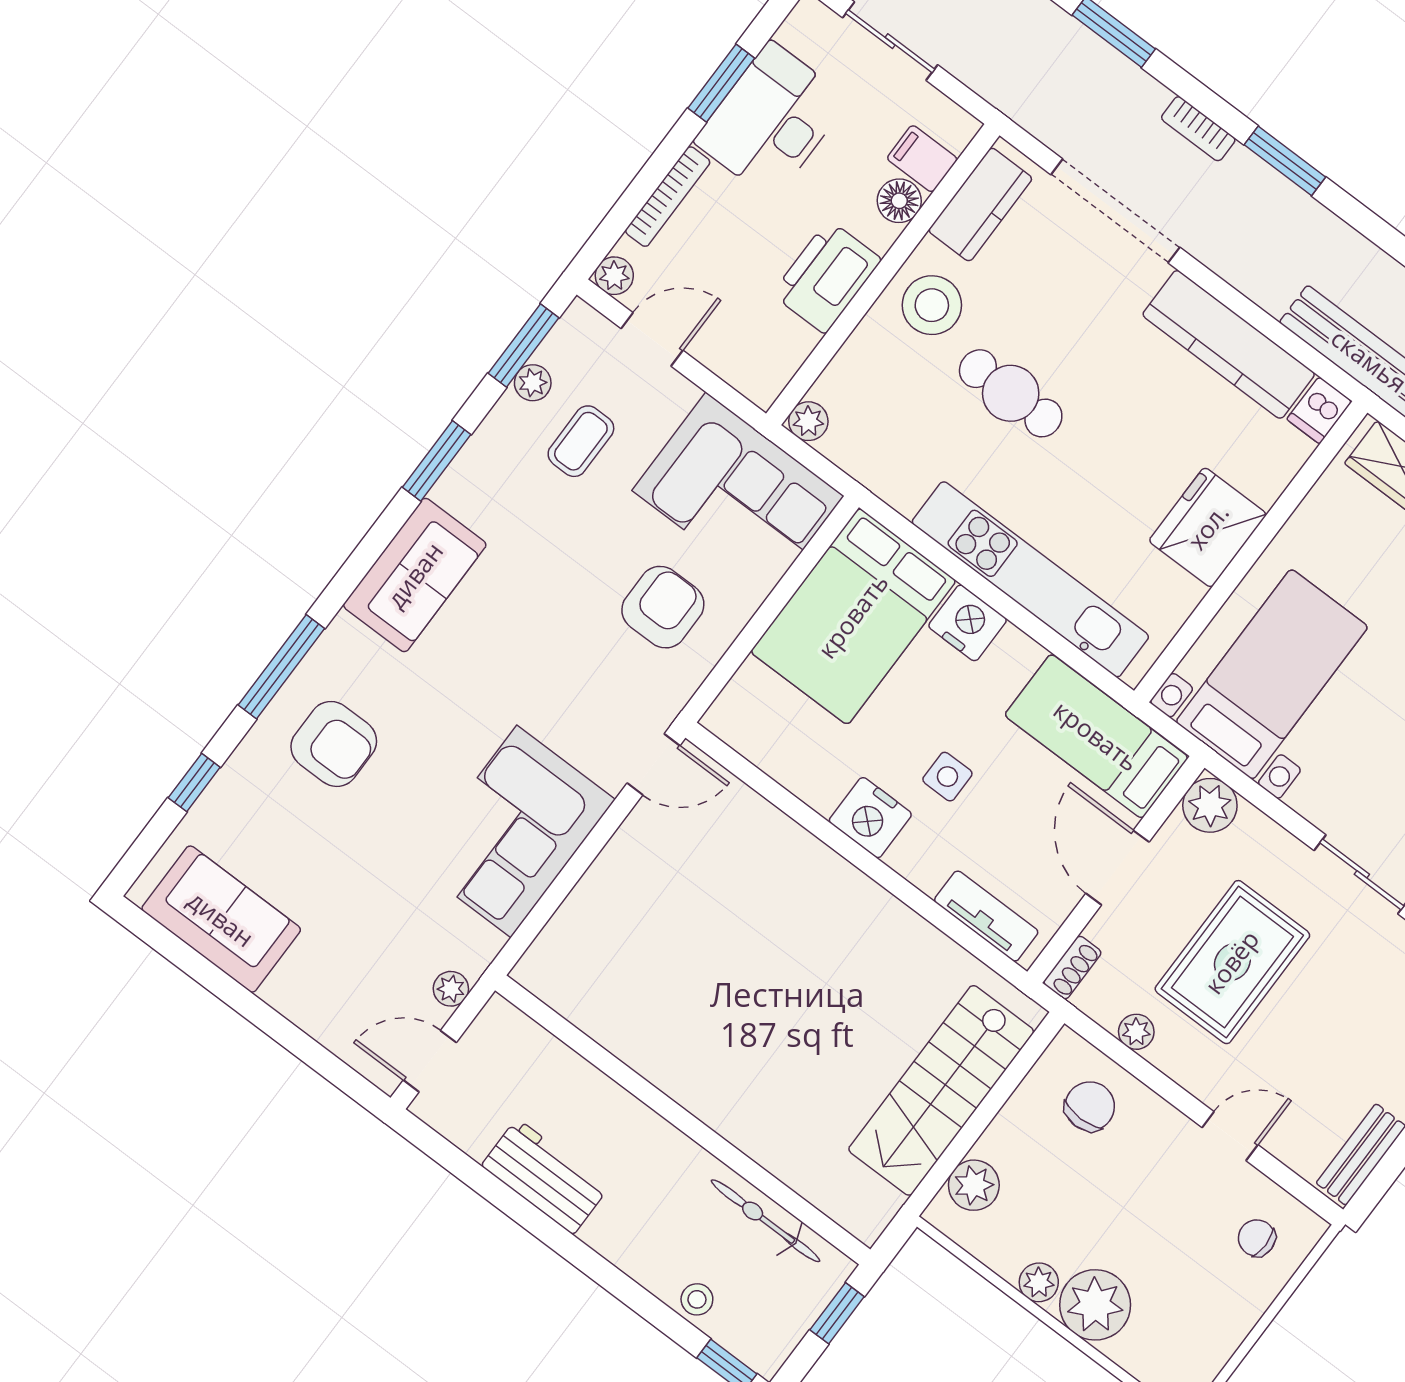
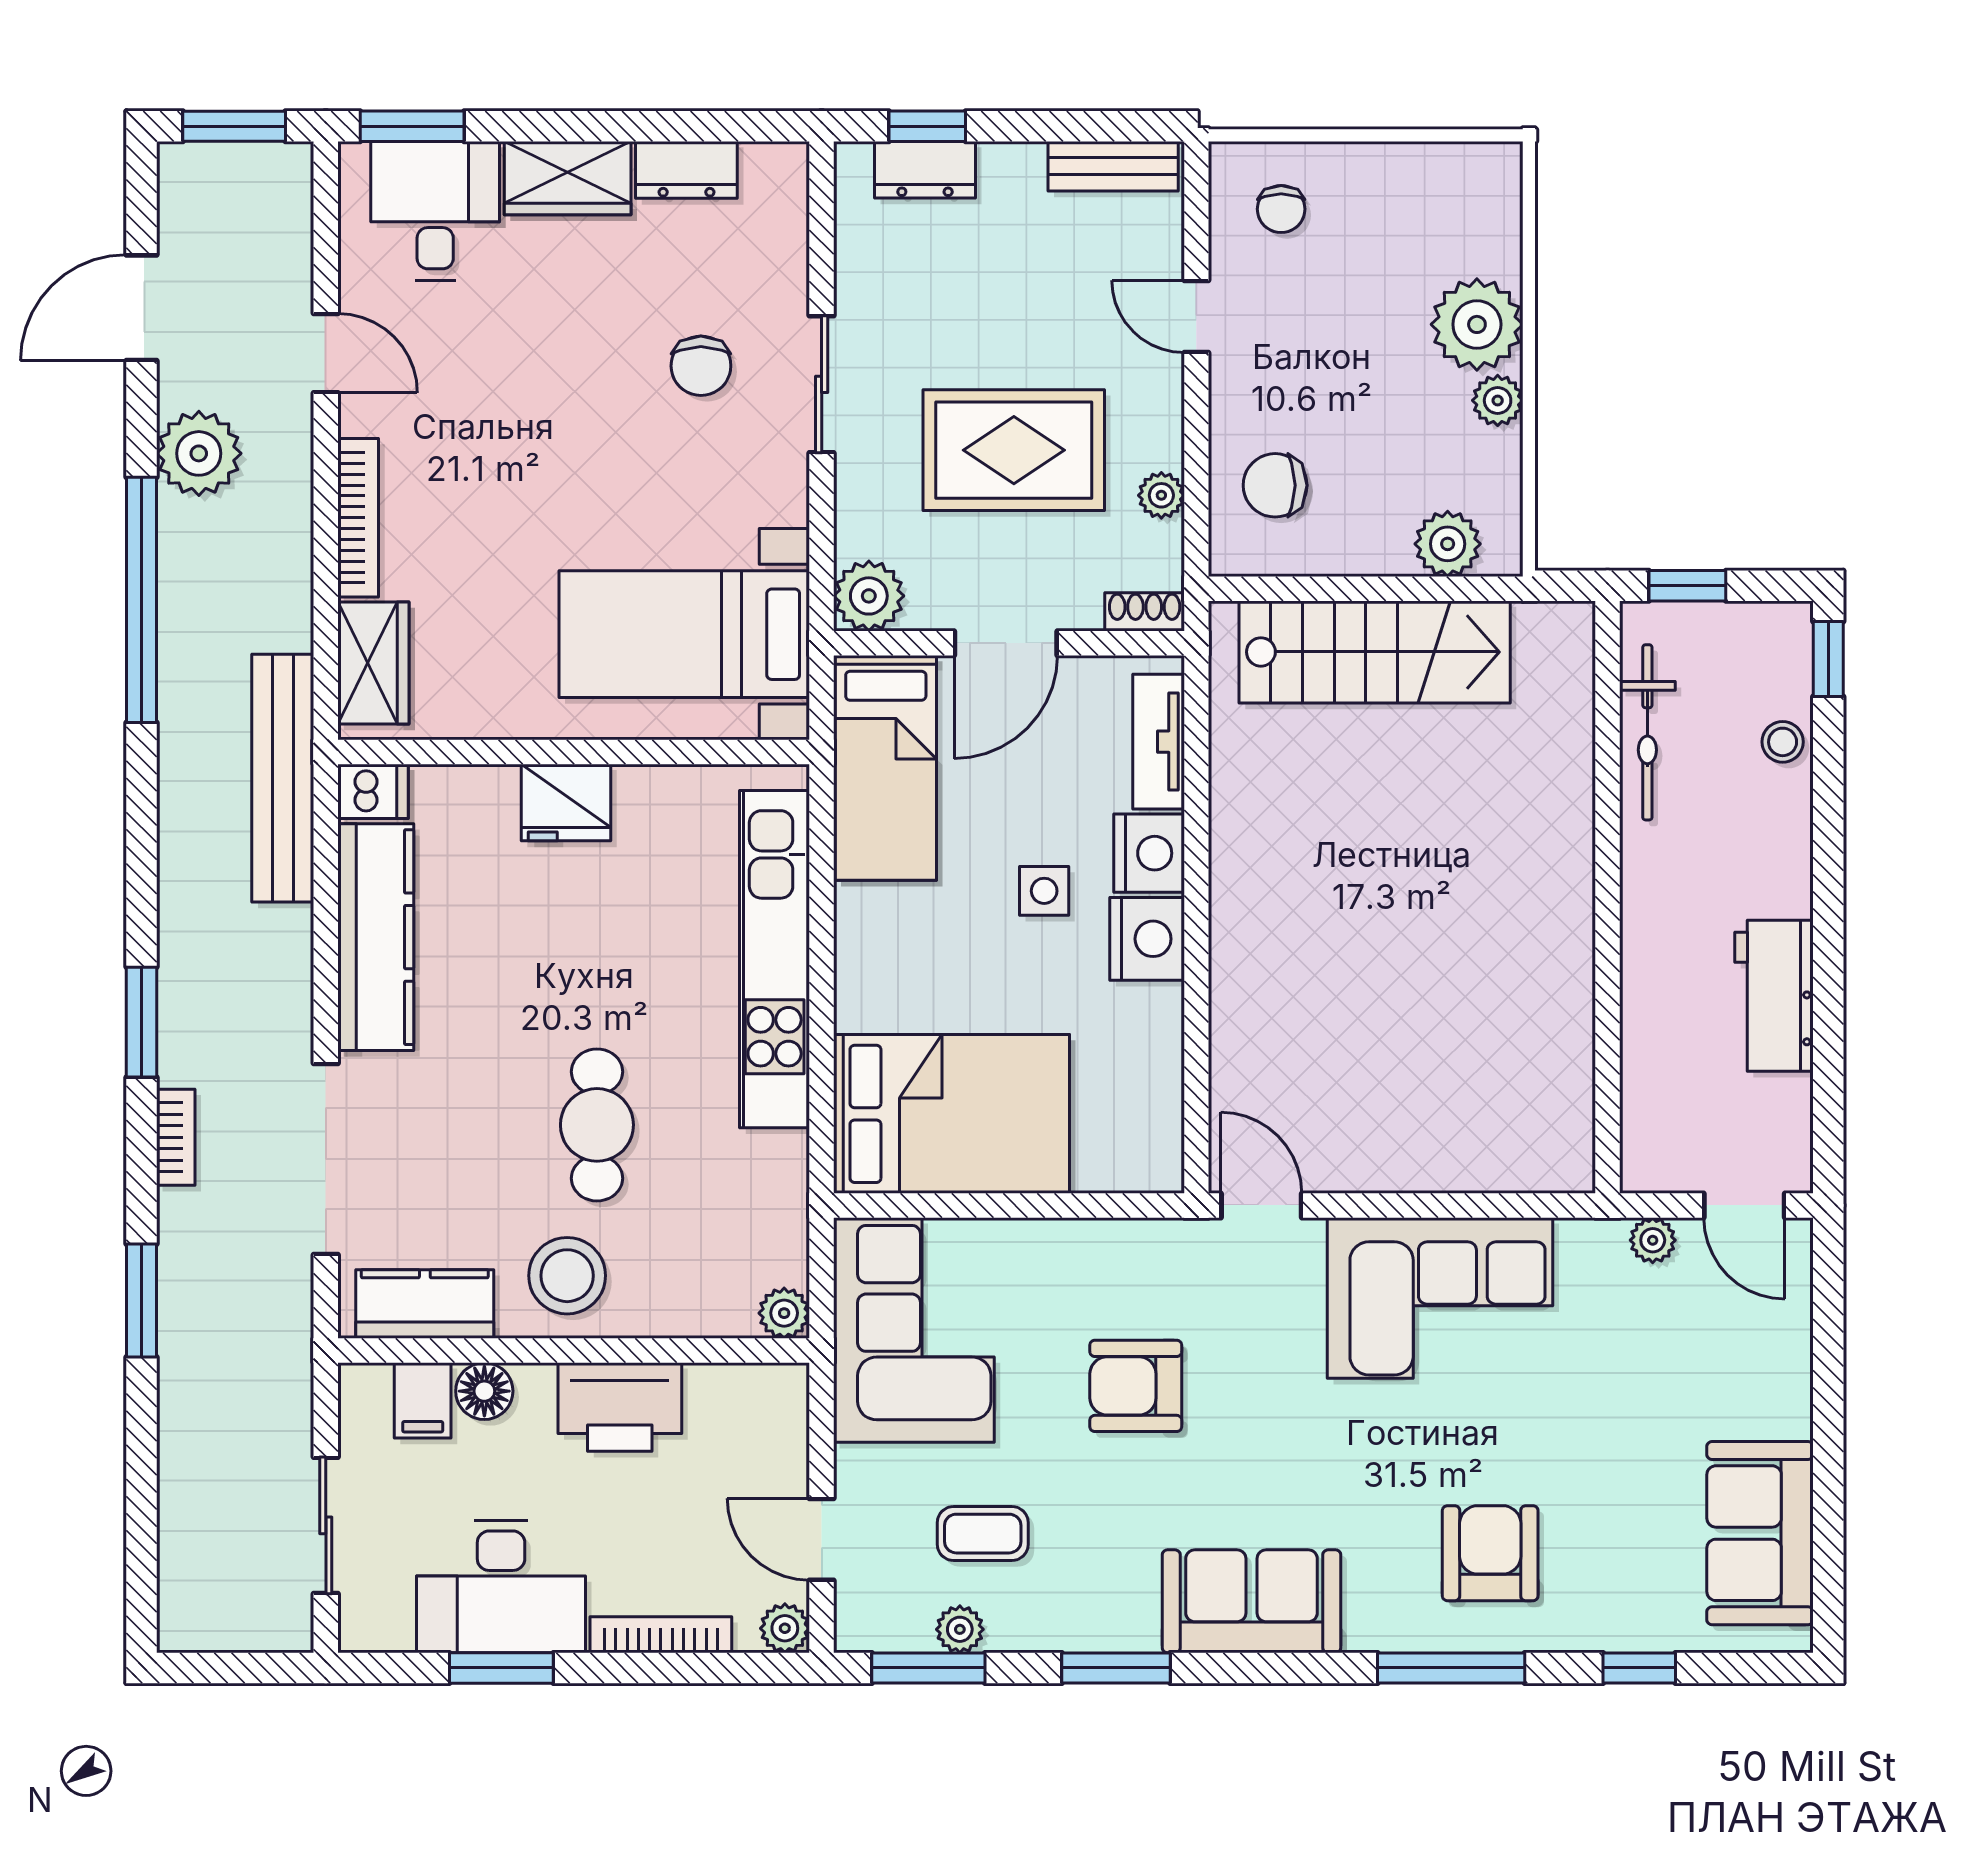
fridge: (1208, 527) -> (566, 803), width x0.73, depth x0.75
armchair: (663, 607) -> (1136, 1386), moved
nightstand: (968, 623) -> (1149, 853), moved, turned 180

